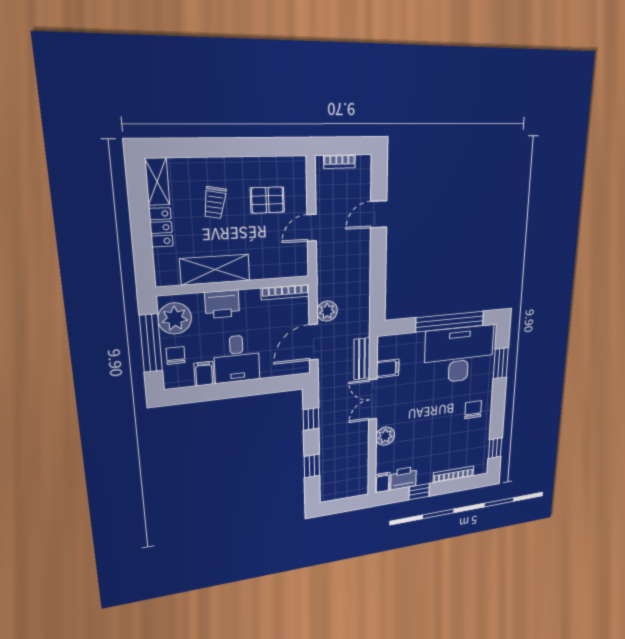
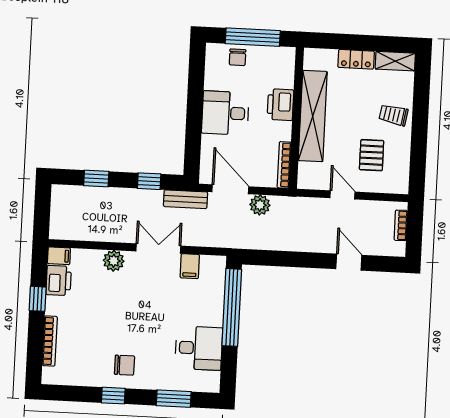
trolley: (215, 203) -> (394, 115), moved
shelving: (215, 270) -> (313, 116), width x1.47
plant: (175, 318) -> (273, 61), removed
window: (450, 322) -> (232, 307), moved
desk: (459, 355) -> (199, 348), width x0.53, depth x0.77
chair: (176, 356) -> (238, 57), turned 90
bench: (362, 359) -> (185, 199), moved
filing cabinet: (204, 374) -> (215, 81), removed
window: (495, 448) -> (113, 396), moved

